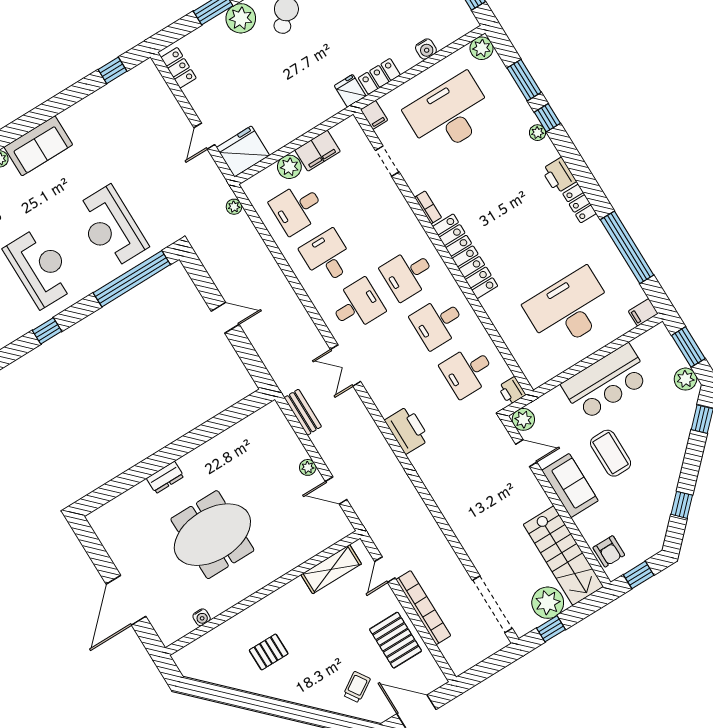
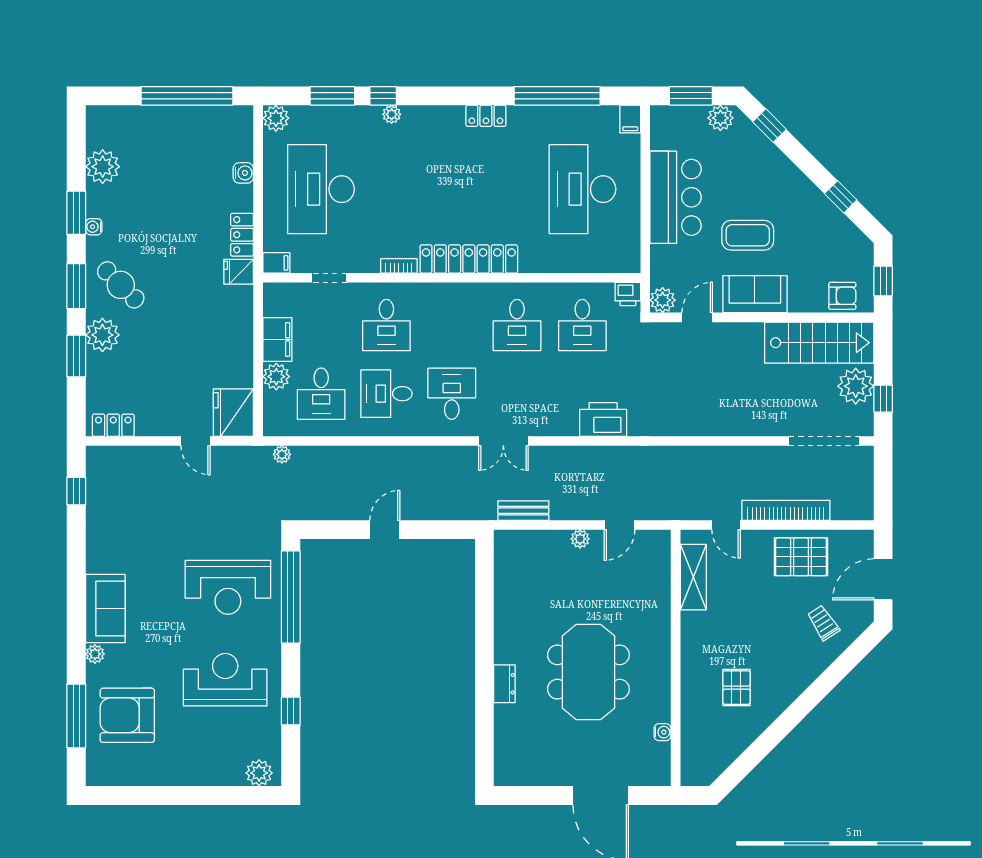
printer: (559, 175) -> (446, 119), removed
desk: (408, 274) -> (386, 325), moved

